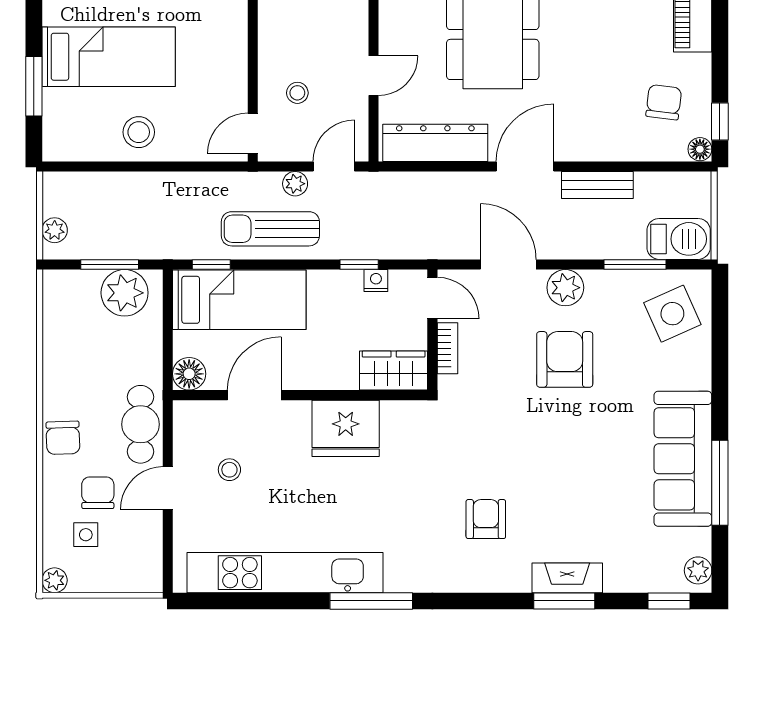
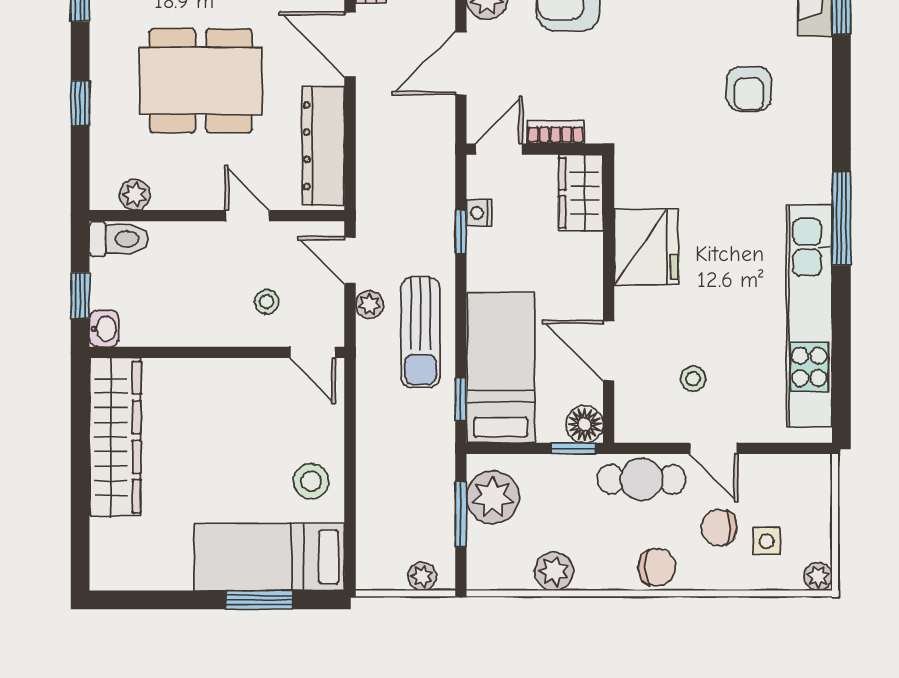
bed: (109, 57) -> (269, 557), moved, turned -90
plant: (59, 347) -> (554, 571), added
window: (168, 364) -> (574, 448), added
armchair: (486, 519) -> (749, 89), turned -90

